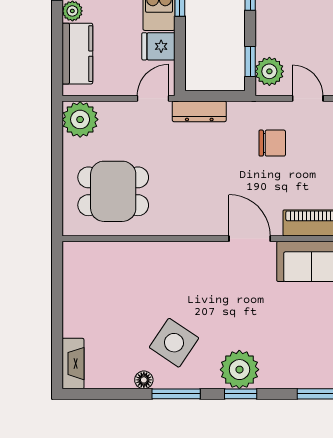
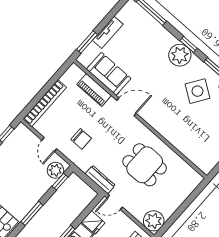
chair: (272, 143) -> (81, 139), turned 180
dining table: (113, 191) -> (145, 165), moved
door: (250, 239) -> (126, 107), swing flipped

